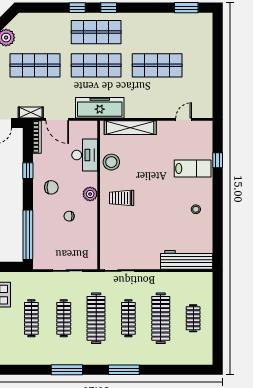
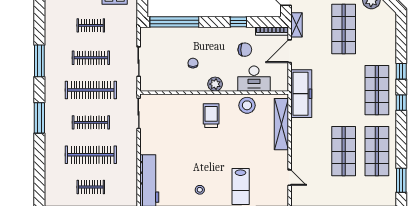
shop shelf: (96, 65) -> (377, 151), moved
chair: (51, 187) -> (245, 50), moved, turned -90
clothes rail: (31, 318) -> (91, 25), width x0.73

